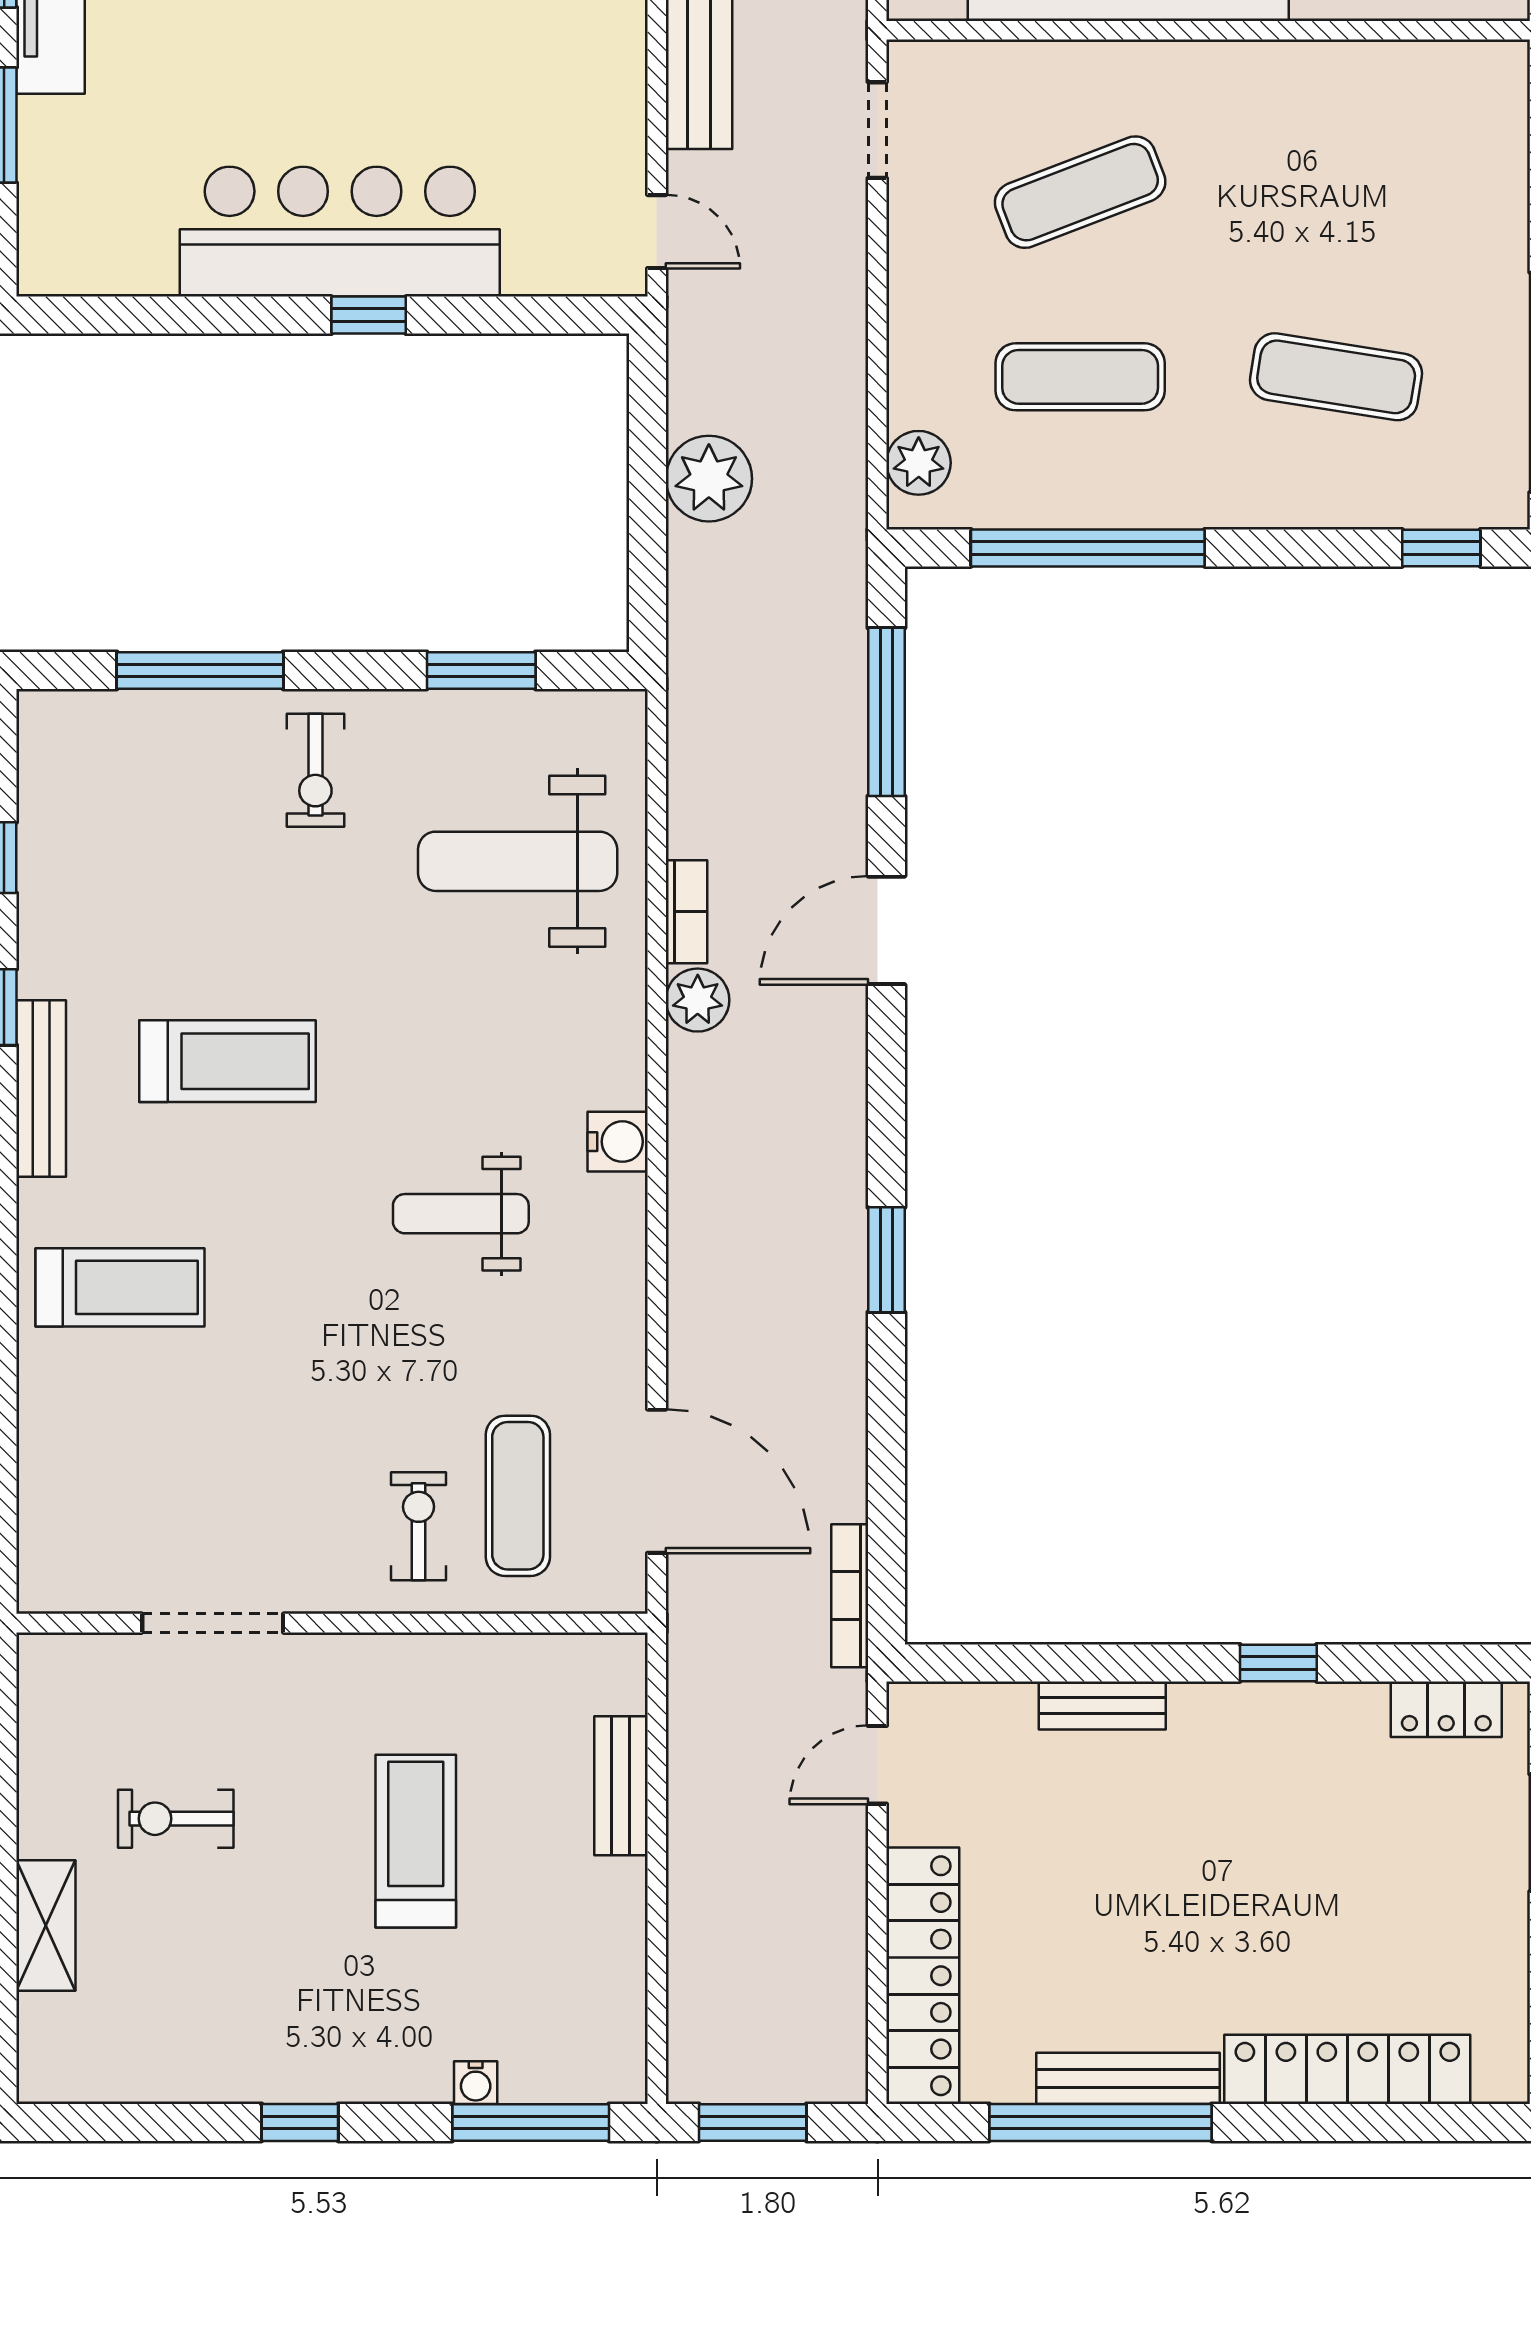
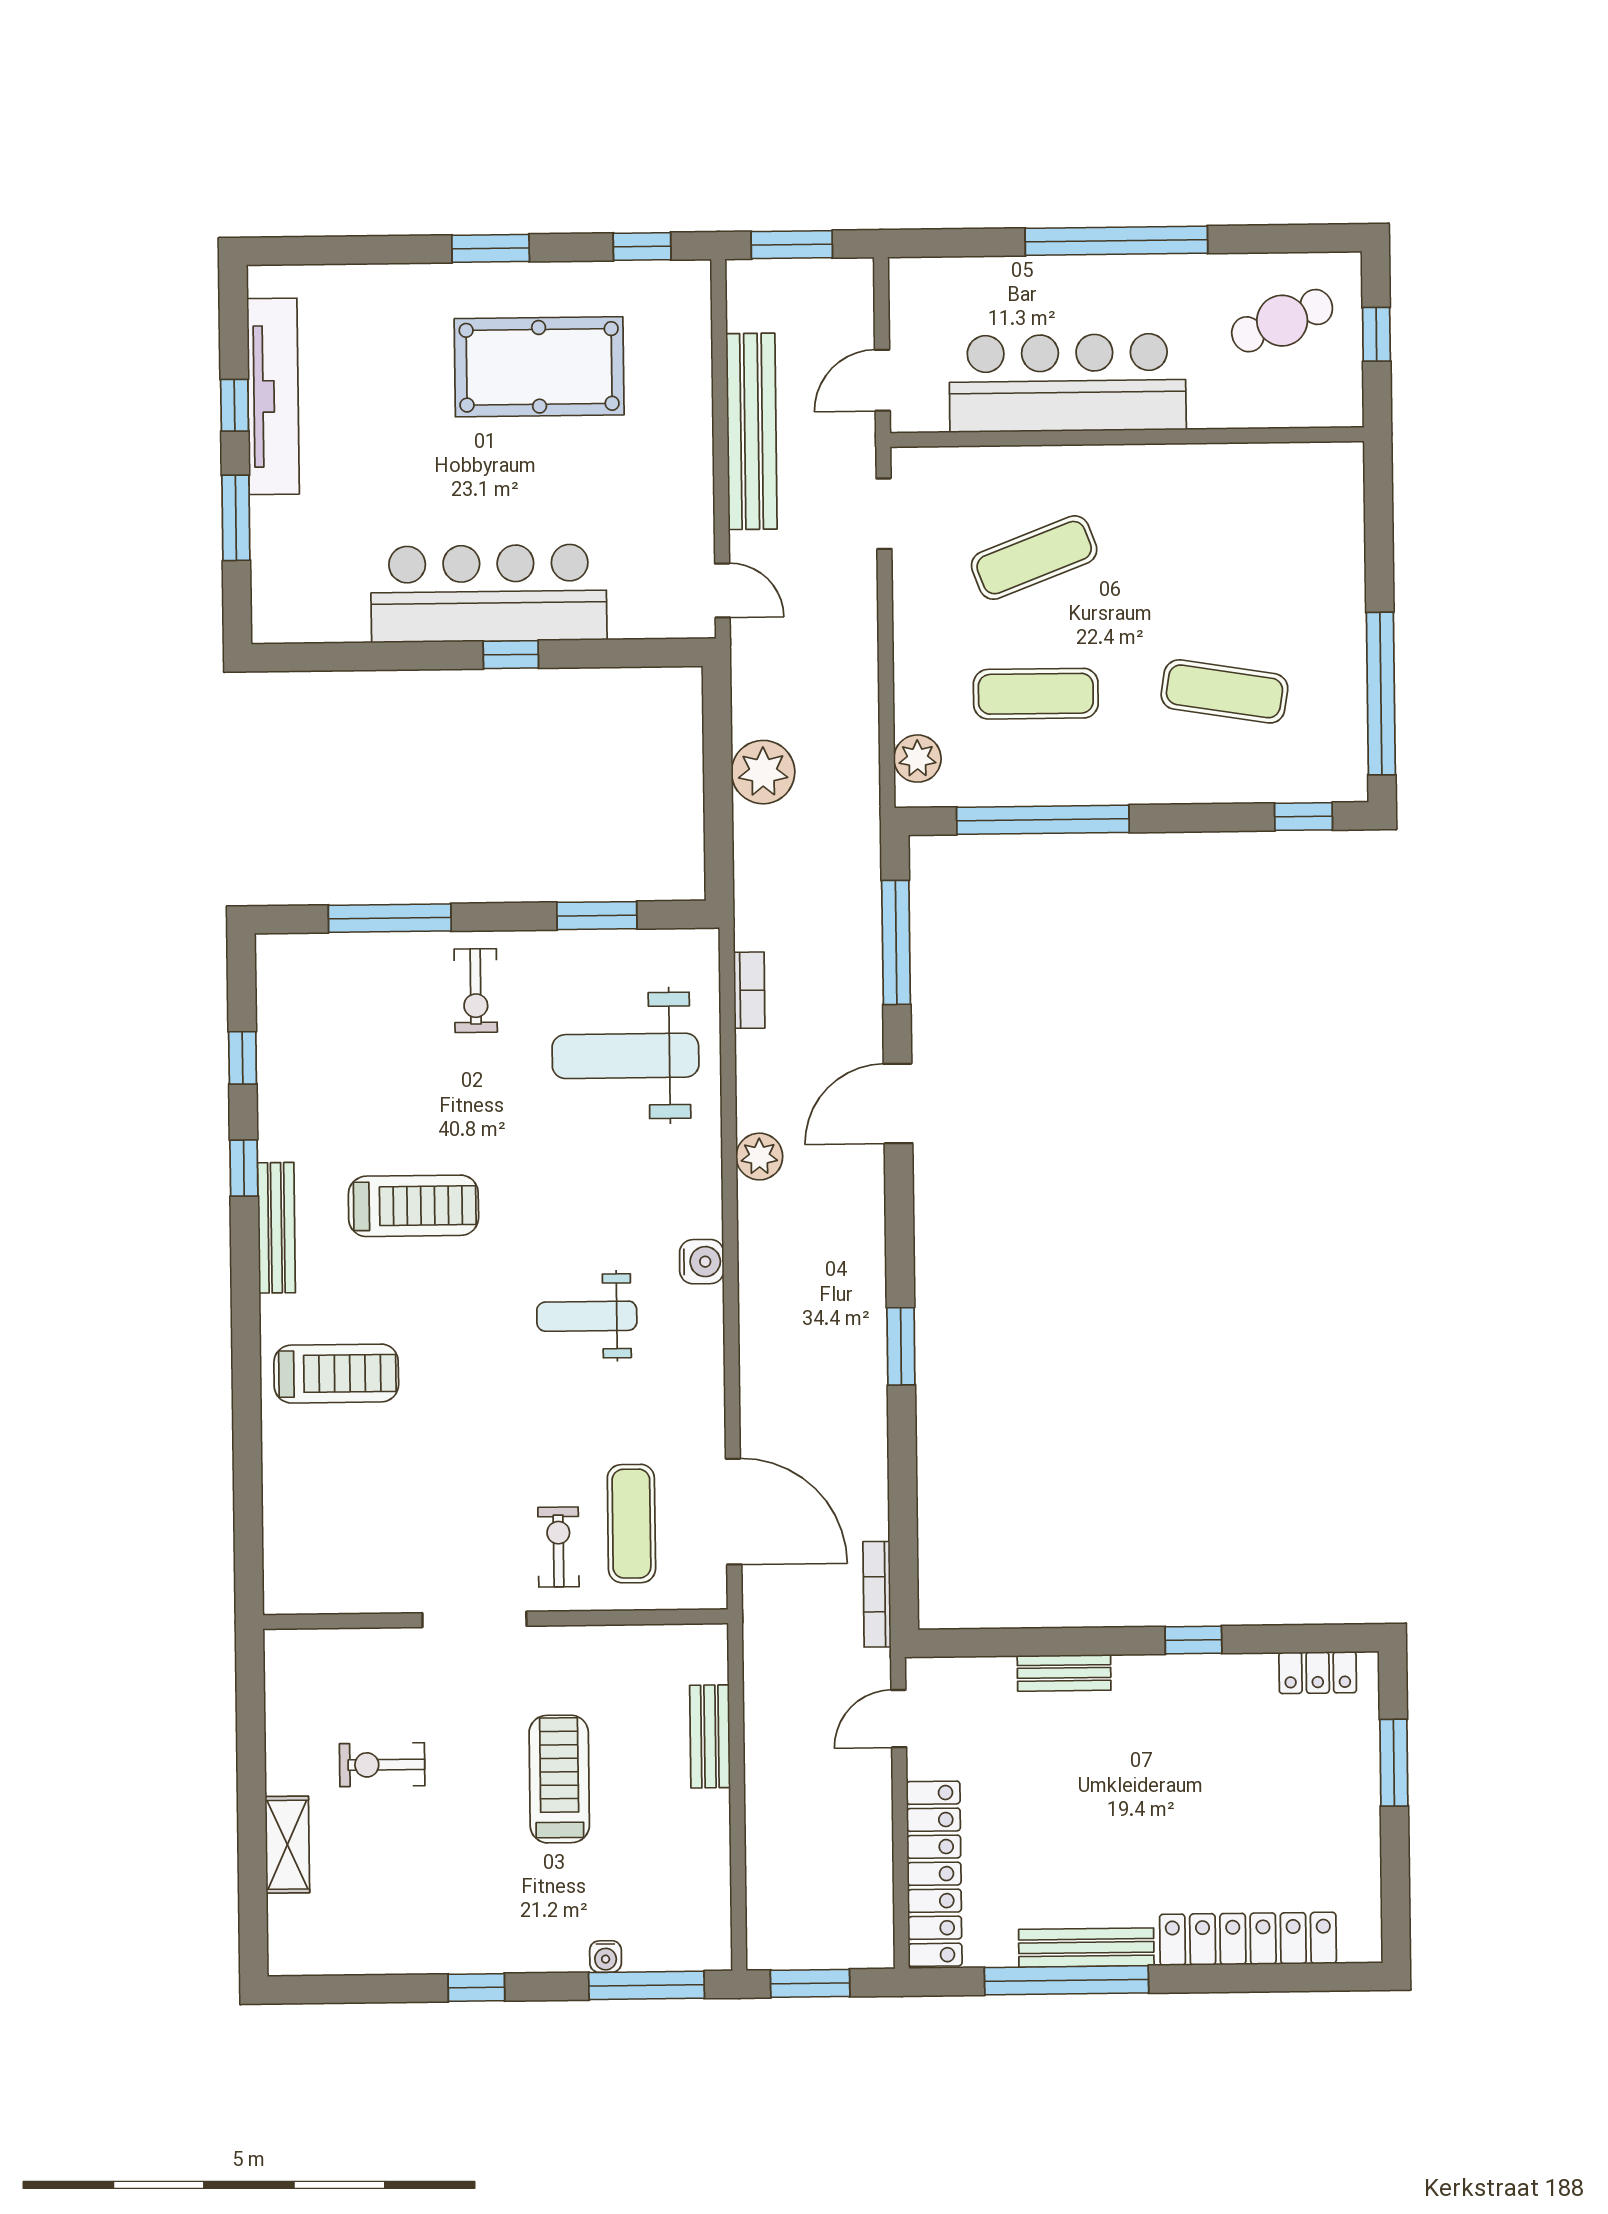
bookcase: (687, 912) -> (749, 990), moved
doorway: (213, 1623) -> (474, 1619), moved

